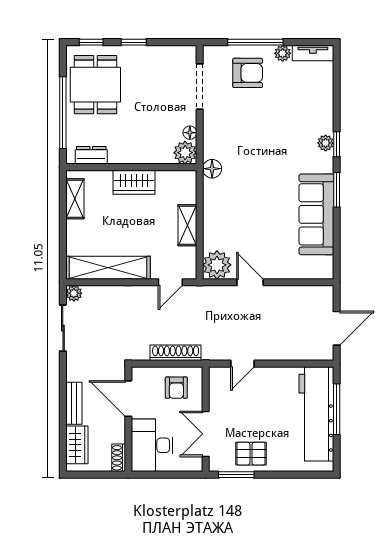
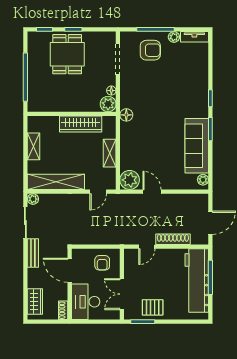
dining table: (95, 85) -> (67, 54), moved
plant: (326, 143) -> (203, 180), moved
dresser: (91, 155) -> (45, 106), removed
wardrobe: (134, 182) -> (81, 124), width x1.50
shelving: (75, 199) -> (34, 146), moved
shoe rack: (176, 353) -> (173, 239), moved
bench: (74, 403) -> (33, 253), moved

